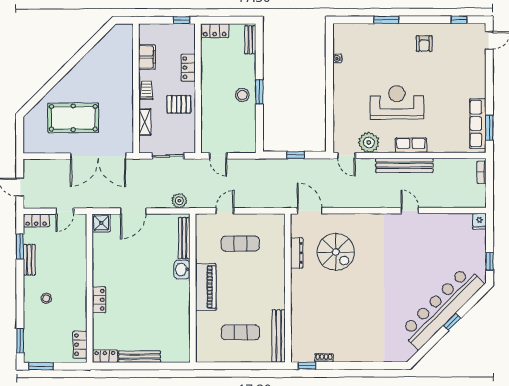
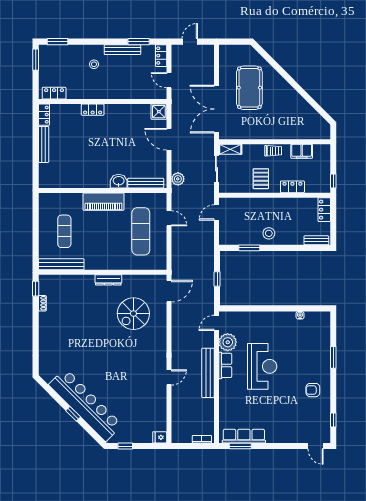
window: (259, 92) -> (249, 248), moved
shelving: (145, 122) -> (230, 149), moved
row of seats: (411, 145) -> (225, 365), moved
exercise mat: (240, 244) -> (141, 231), width x1.36, depth x1.45
dresser: (297, 253) -> (108, 280), moved
bench: (29, 260) -> (122, 50), width x1.36

